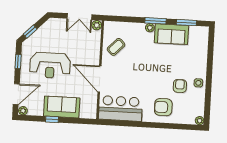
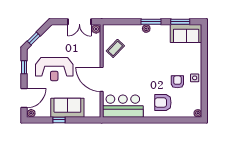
sofa: (171, 34) -> (186, 34), moved

